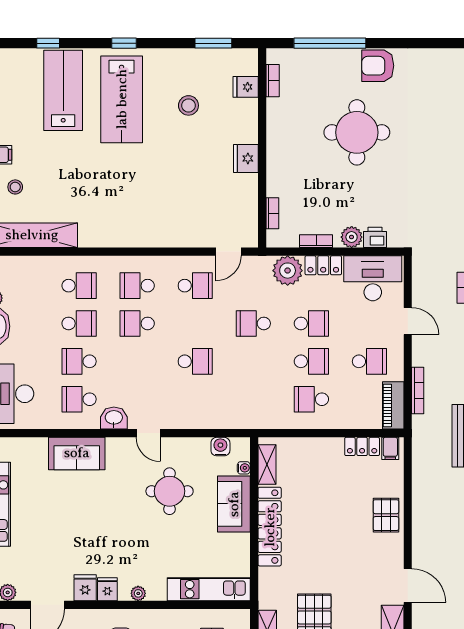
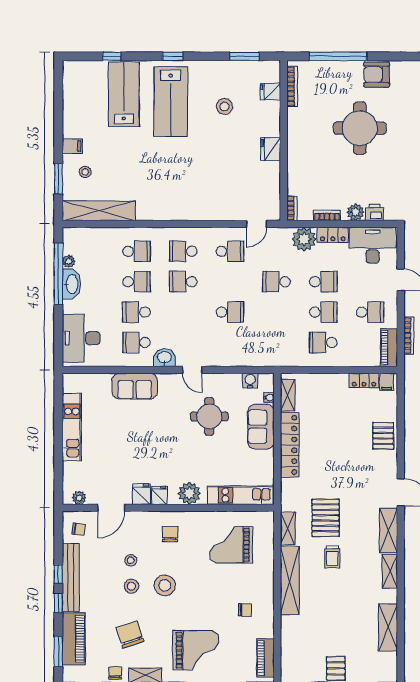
bookcase: (273, 81) -> (292, 86), width x1.56
bookcase: (272, 213) -> (292, 208), moved
plant: (138, 593) -> (189, 493), width x1.87, depth x1.87

